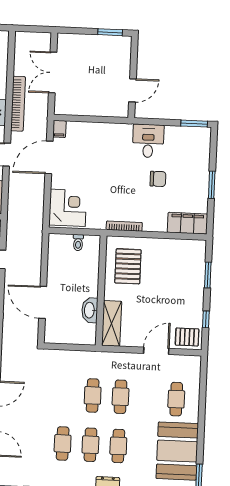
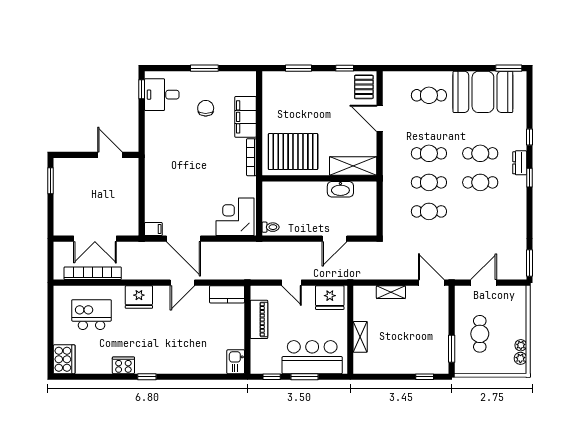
bookcase: (18, 104) -> (93, 273), moved
window: (194, 124) -> (142, 89), width x0.67
desk: (148, 141) -> (162, 95), moved
chair: (158, 179) -> (206, 108), moved
filing cabinet: (187, 223) -> (246, 117), moved
toilet: (78, 243) -> (271, 227), moved
pallet: (128, 266) -> (293, 152), width x1.37, depth x1.41
door: (43, 302) -> (334, 239), width x0.73
cafe table: (63, 443) -> (429, 211), moved

